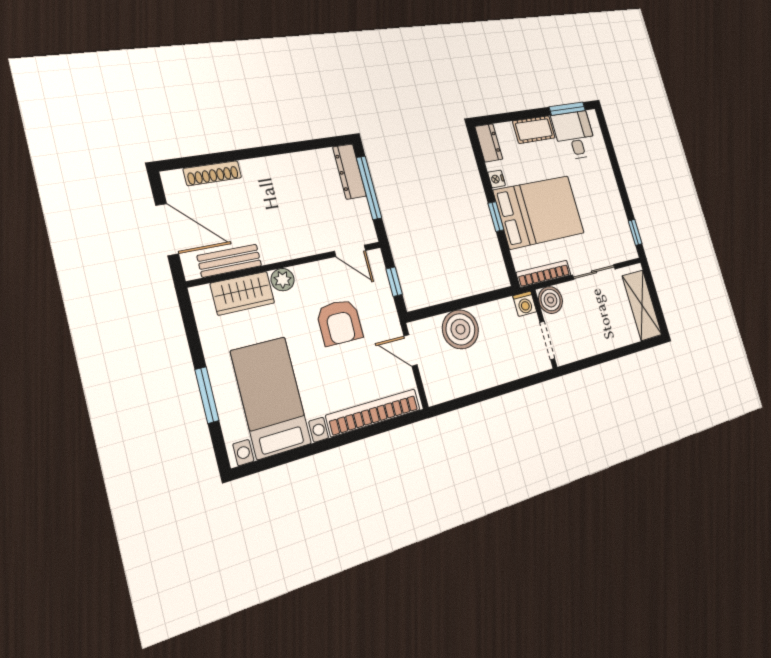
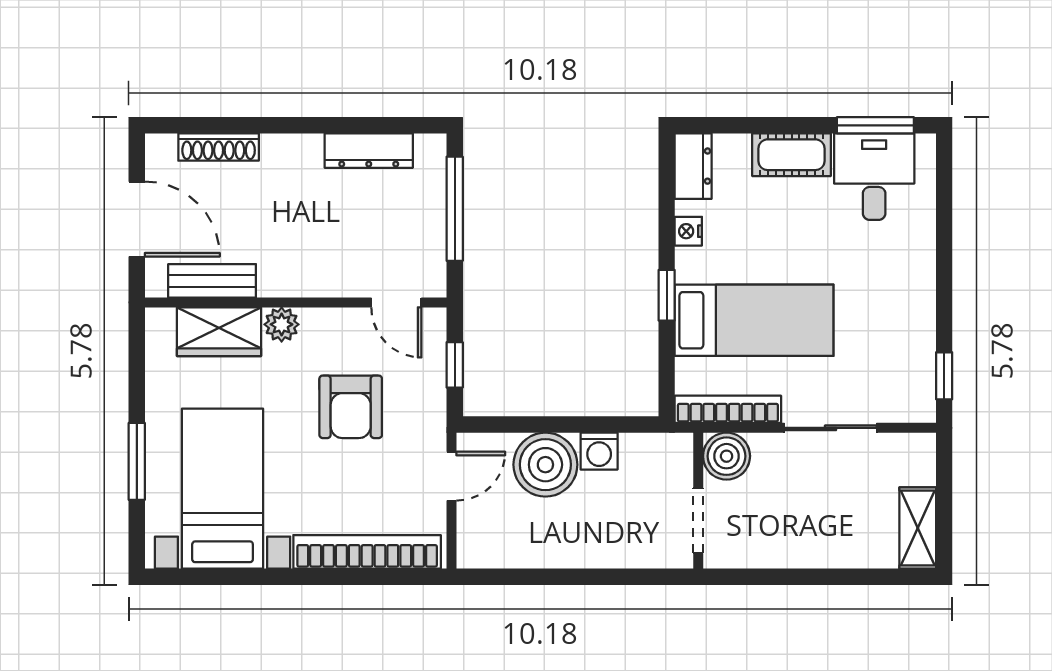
dresser: (349, 172) -> (369, 151), moved, turned -90
bed: (539, 212) -> (754, 320), width x0.67
washing machine: (525, 304) -> (599, 451), moved
shelving: (642, 305) -> (918, 528), width x0.67, depth x0.75
door: (410, 350) -> (451, 476), swing flipped

